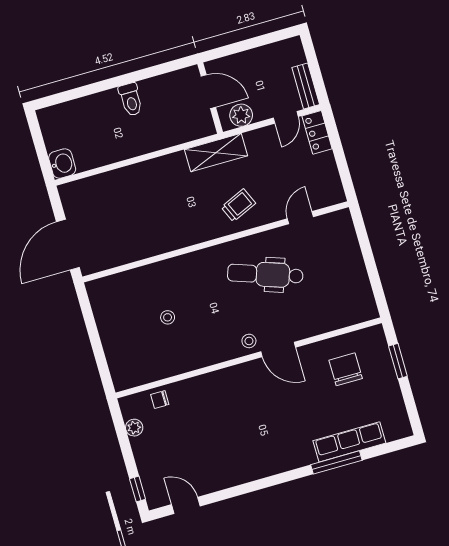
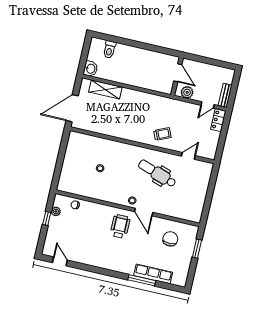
toilet: (131, 99) -> (109, 49), moved
shelving: (216, 153) -> (105, 89), moved
wheelchair: (253, 394) -> (120, 226), added
window: (138, 489) -> (47, 218), moved

